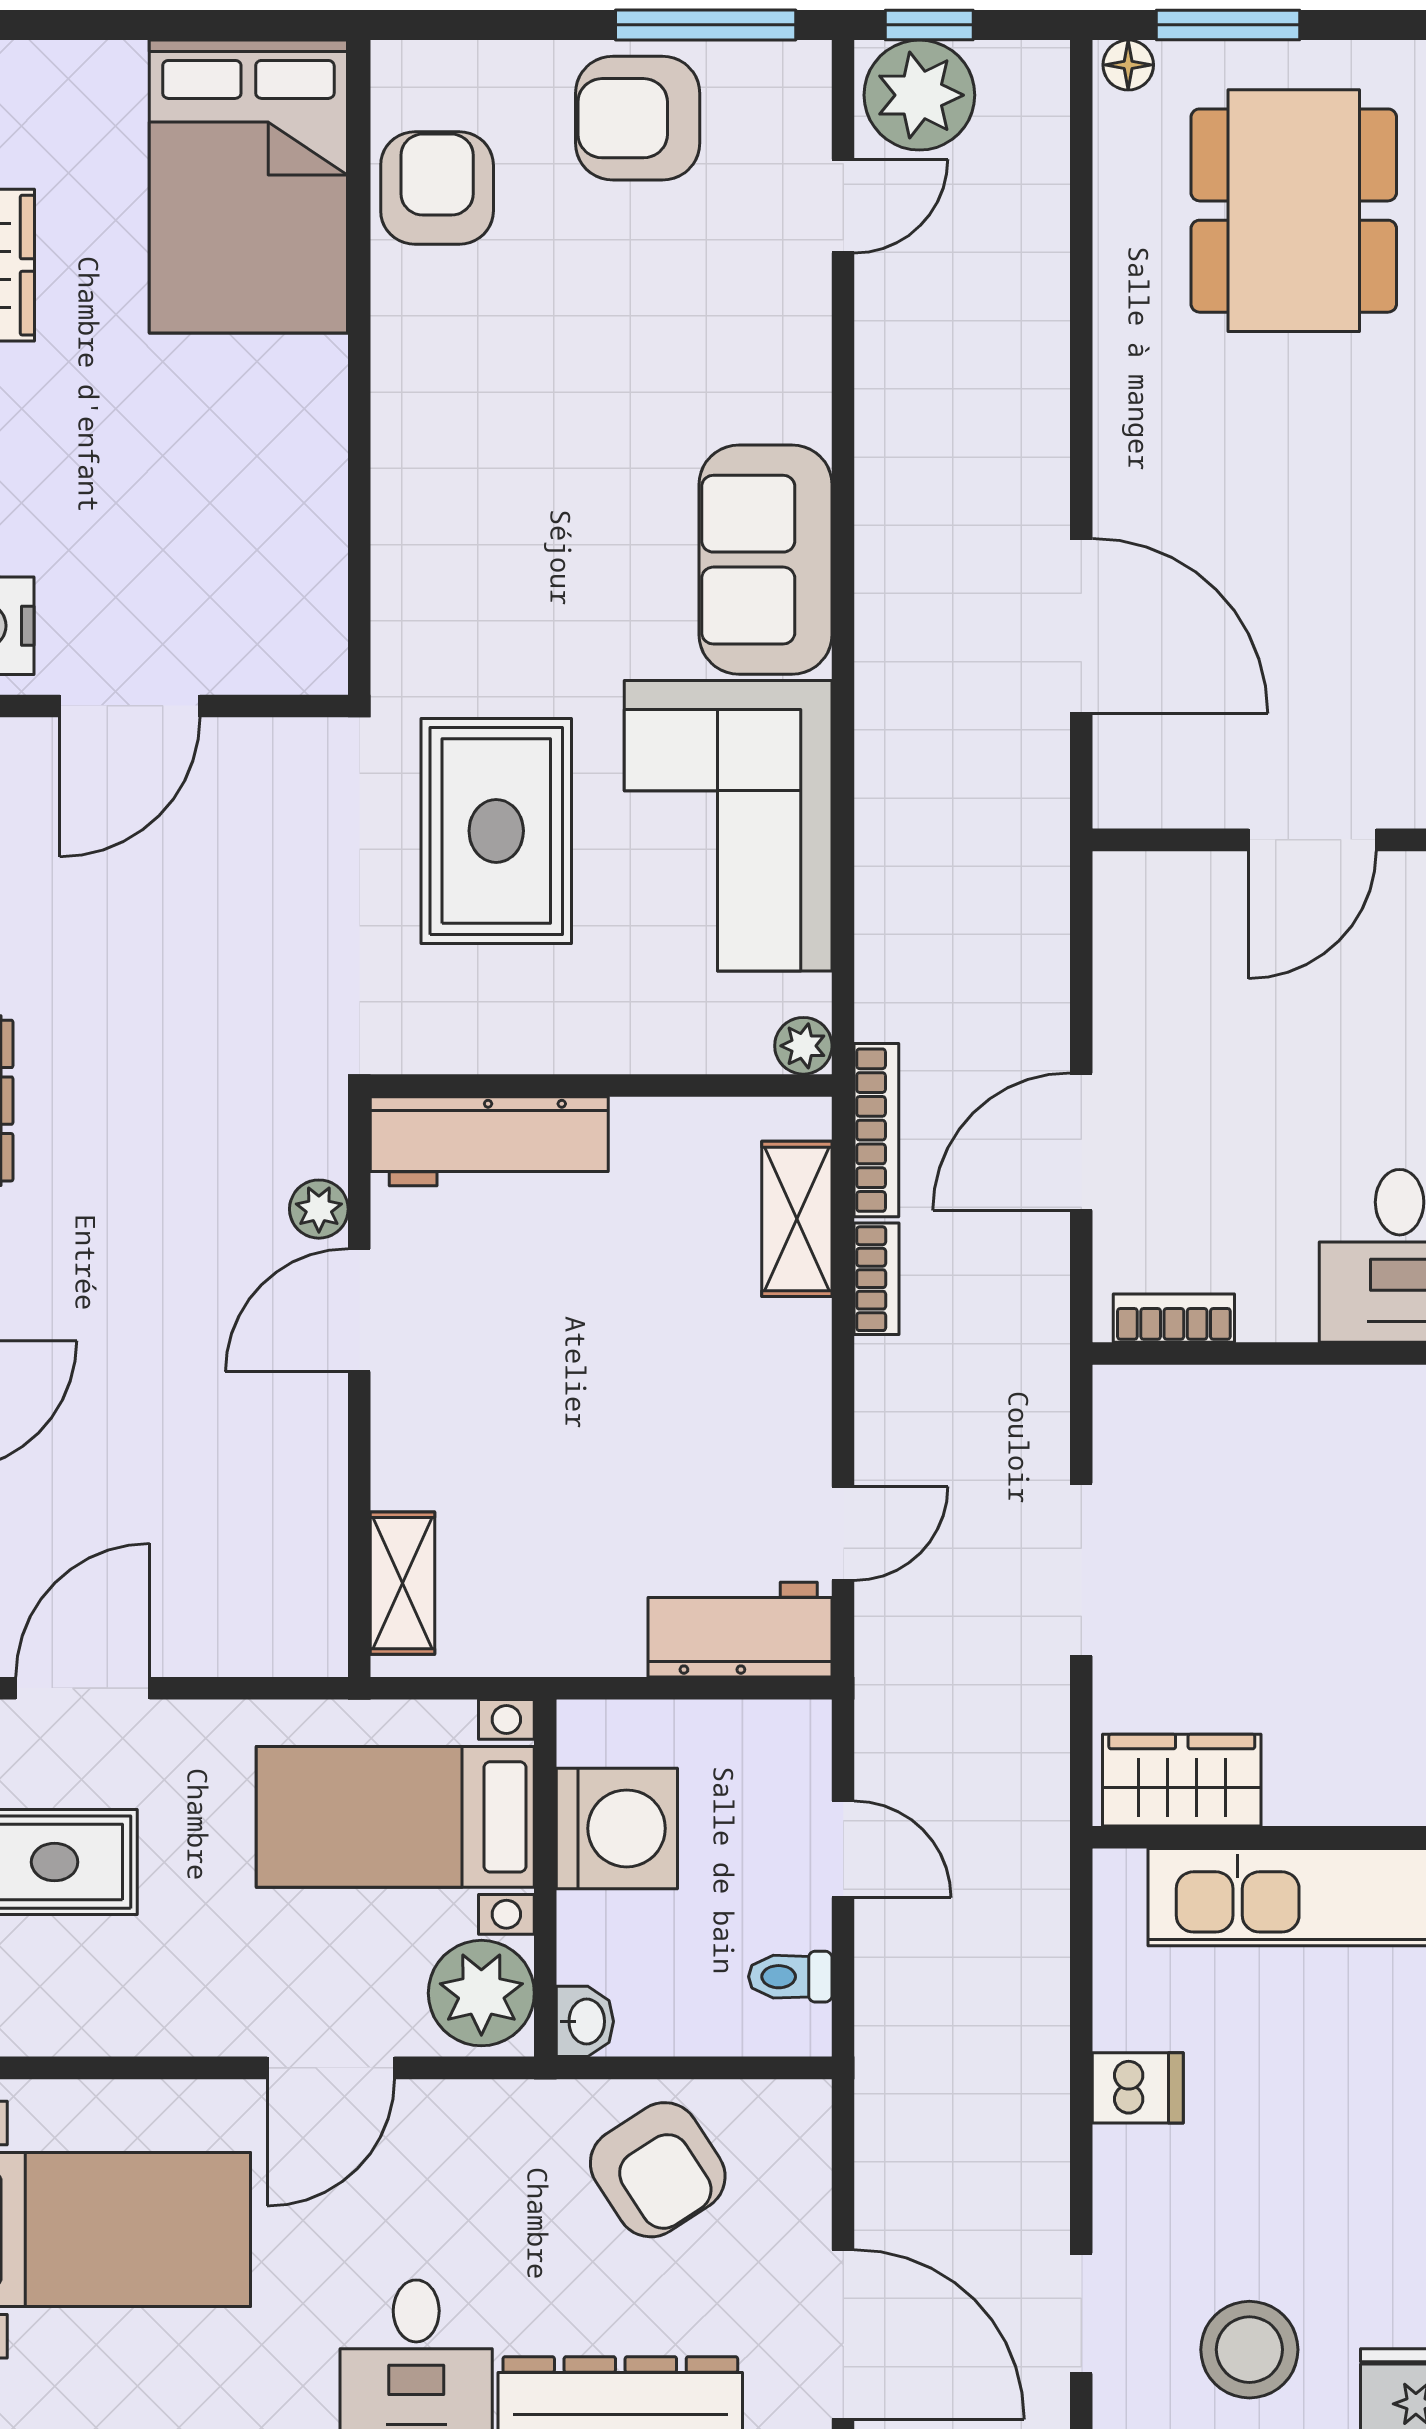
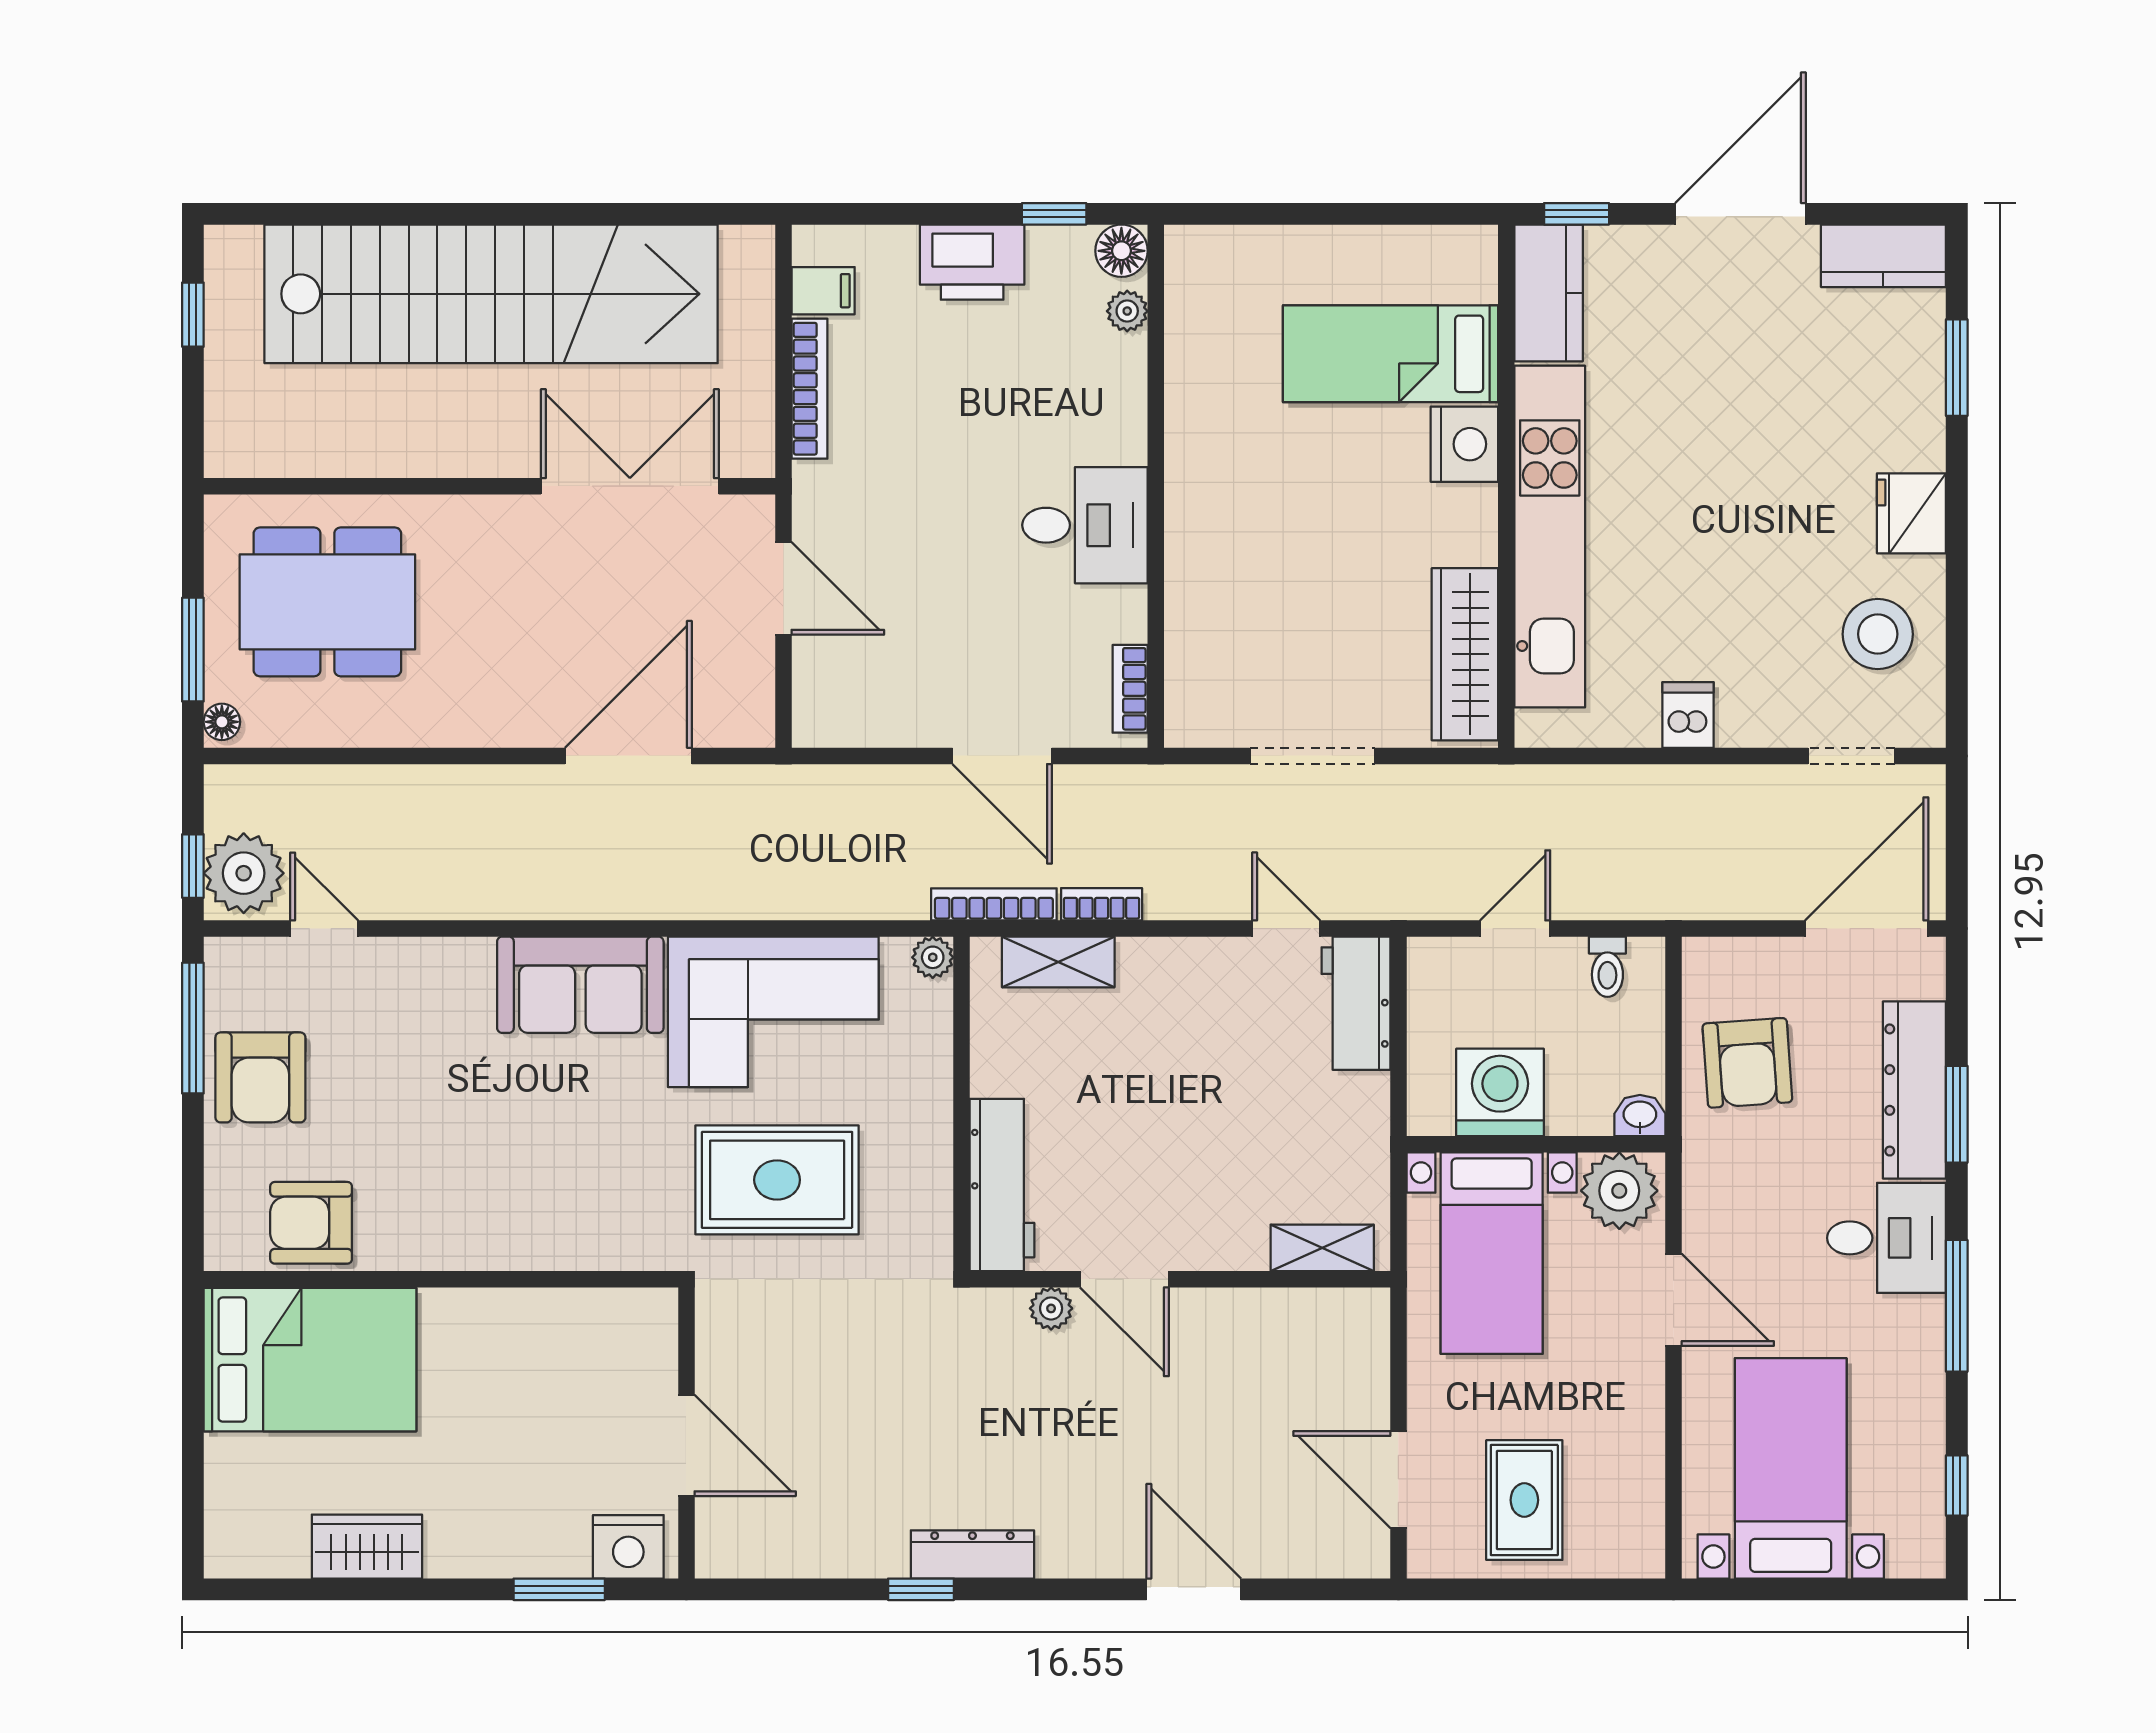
wardrobe: (1182, 1780) -> (1465, 654), width x1.50
armchair: (658, 2170) -> (1747, 1063), turned 119

